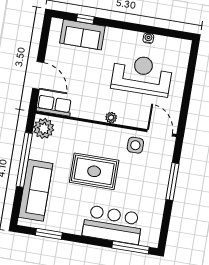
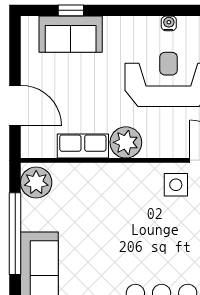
row of seats: (54, 106) -> (83, 146), moved
plant: (111, 118) -> (126, 142), width x1.88, depth x1.88
rug: (94, 171) -> (121, 233), removed

